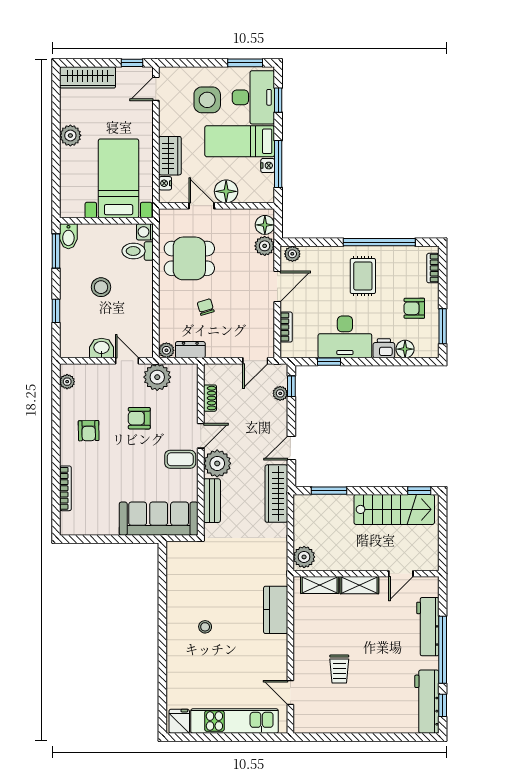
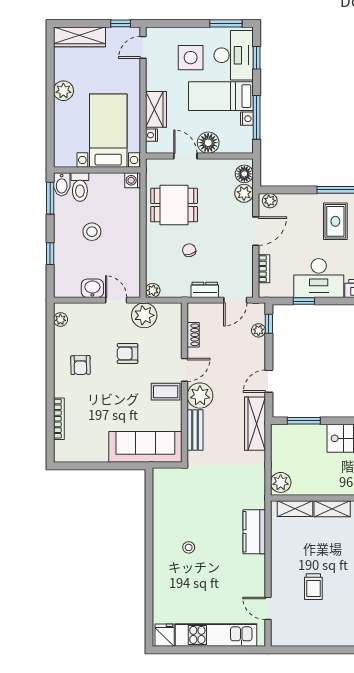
toilet: (138, 251) -> (80, 187), moved, turned -90
dresser: (190, 350) -> (205, 290), moved

